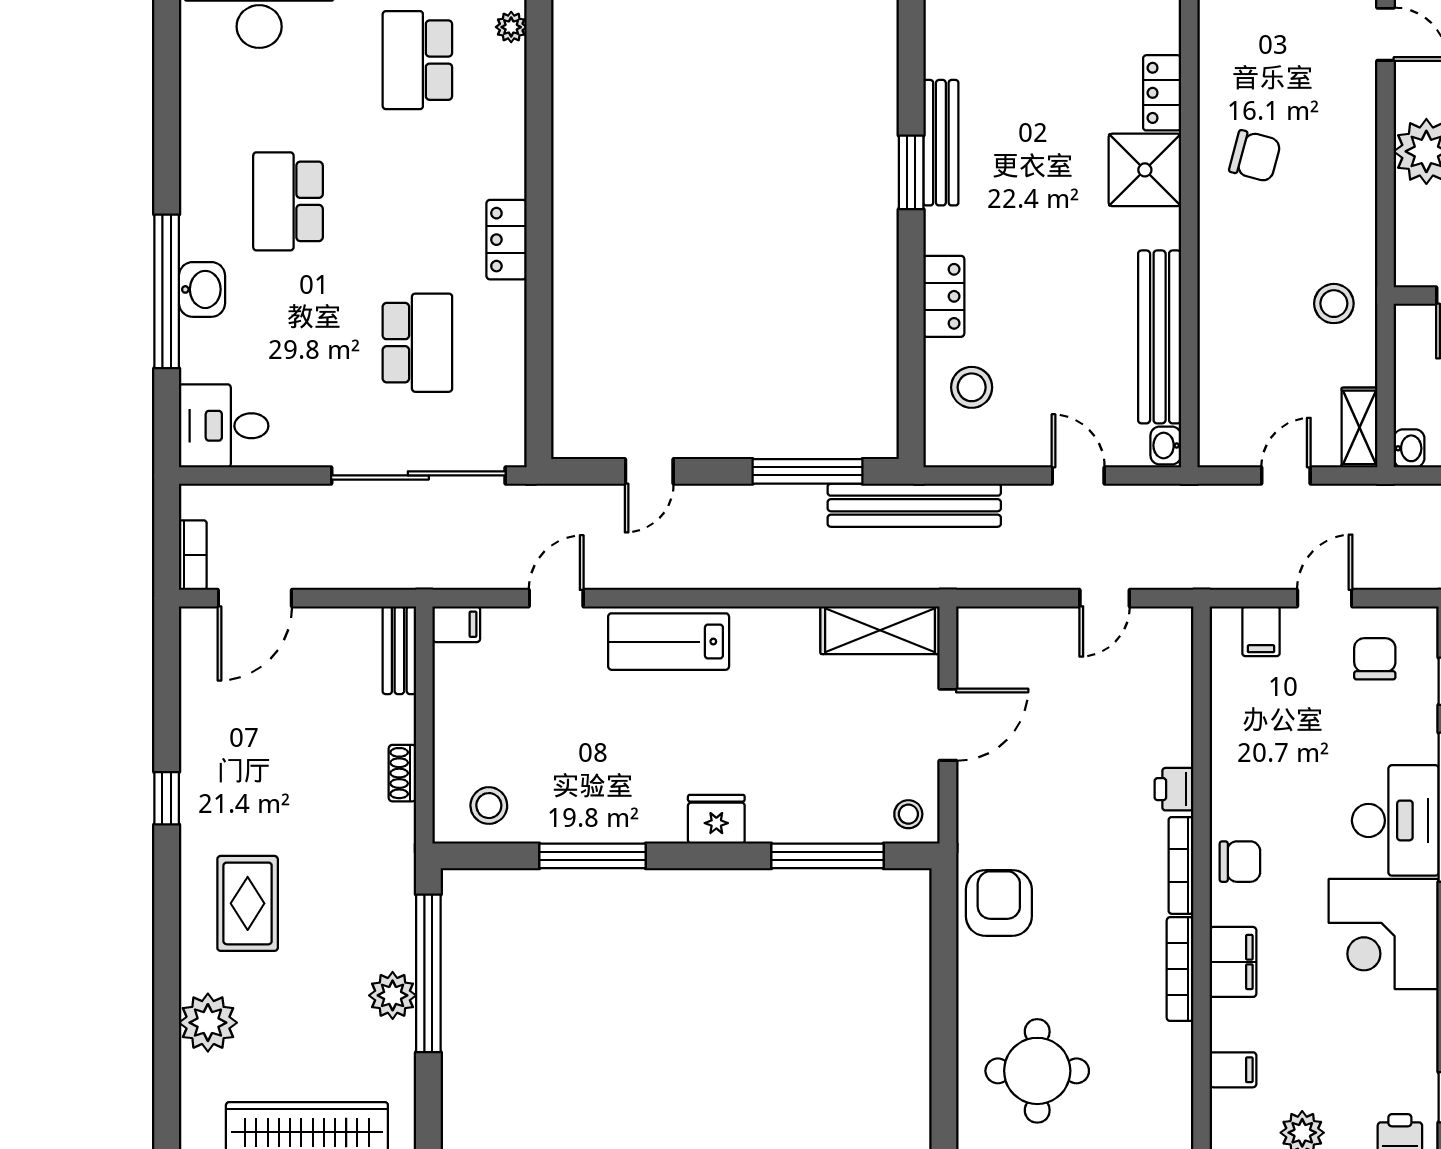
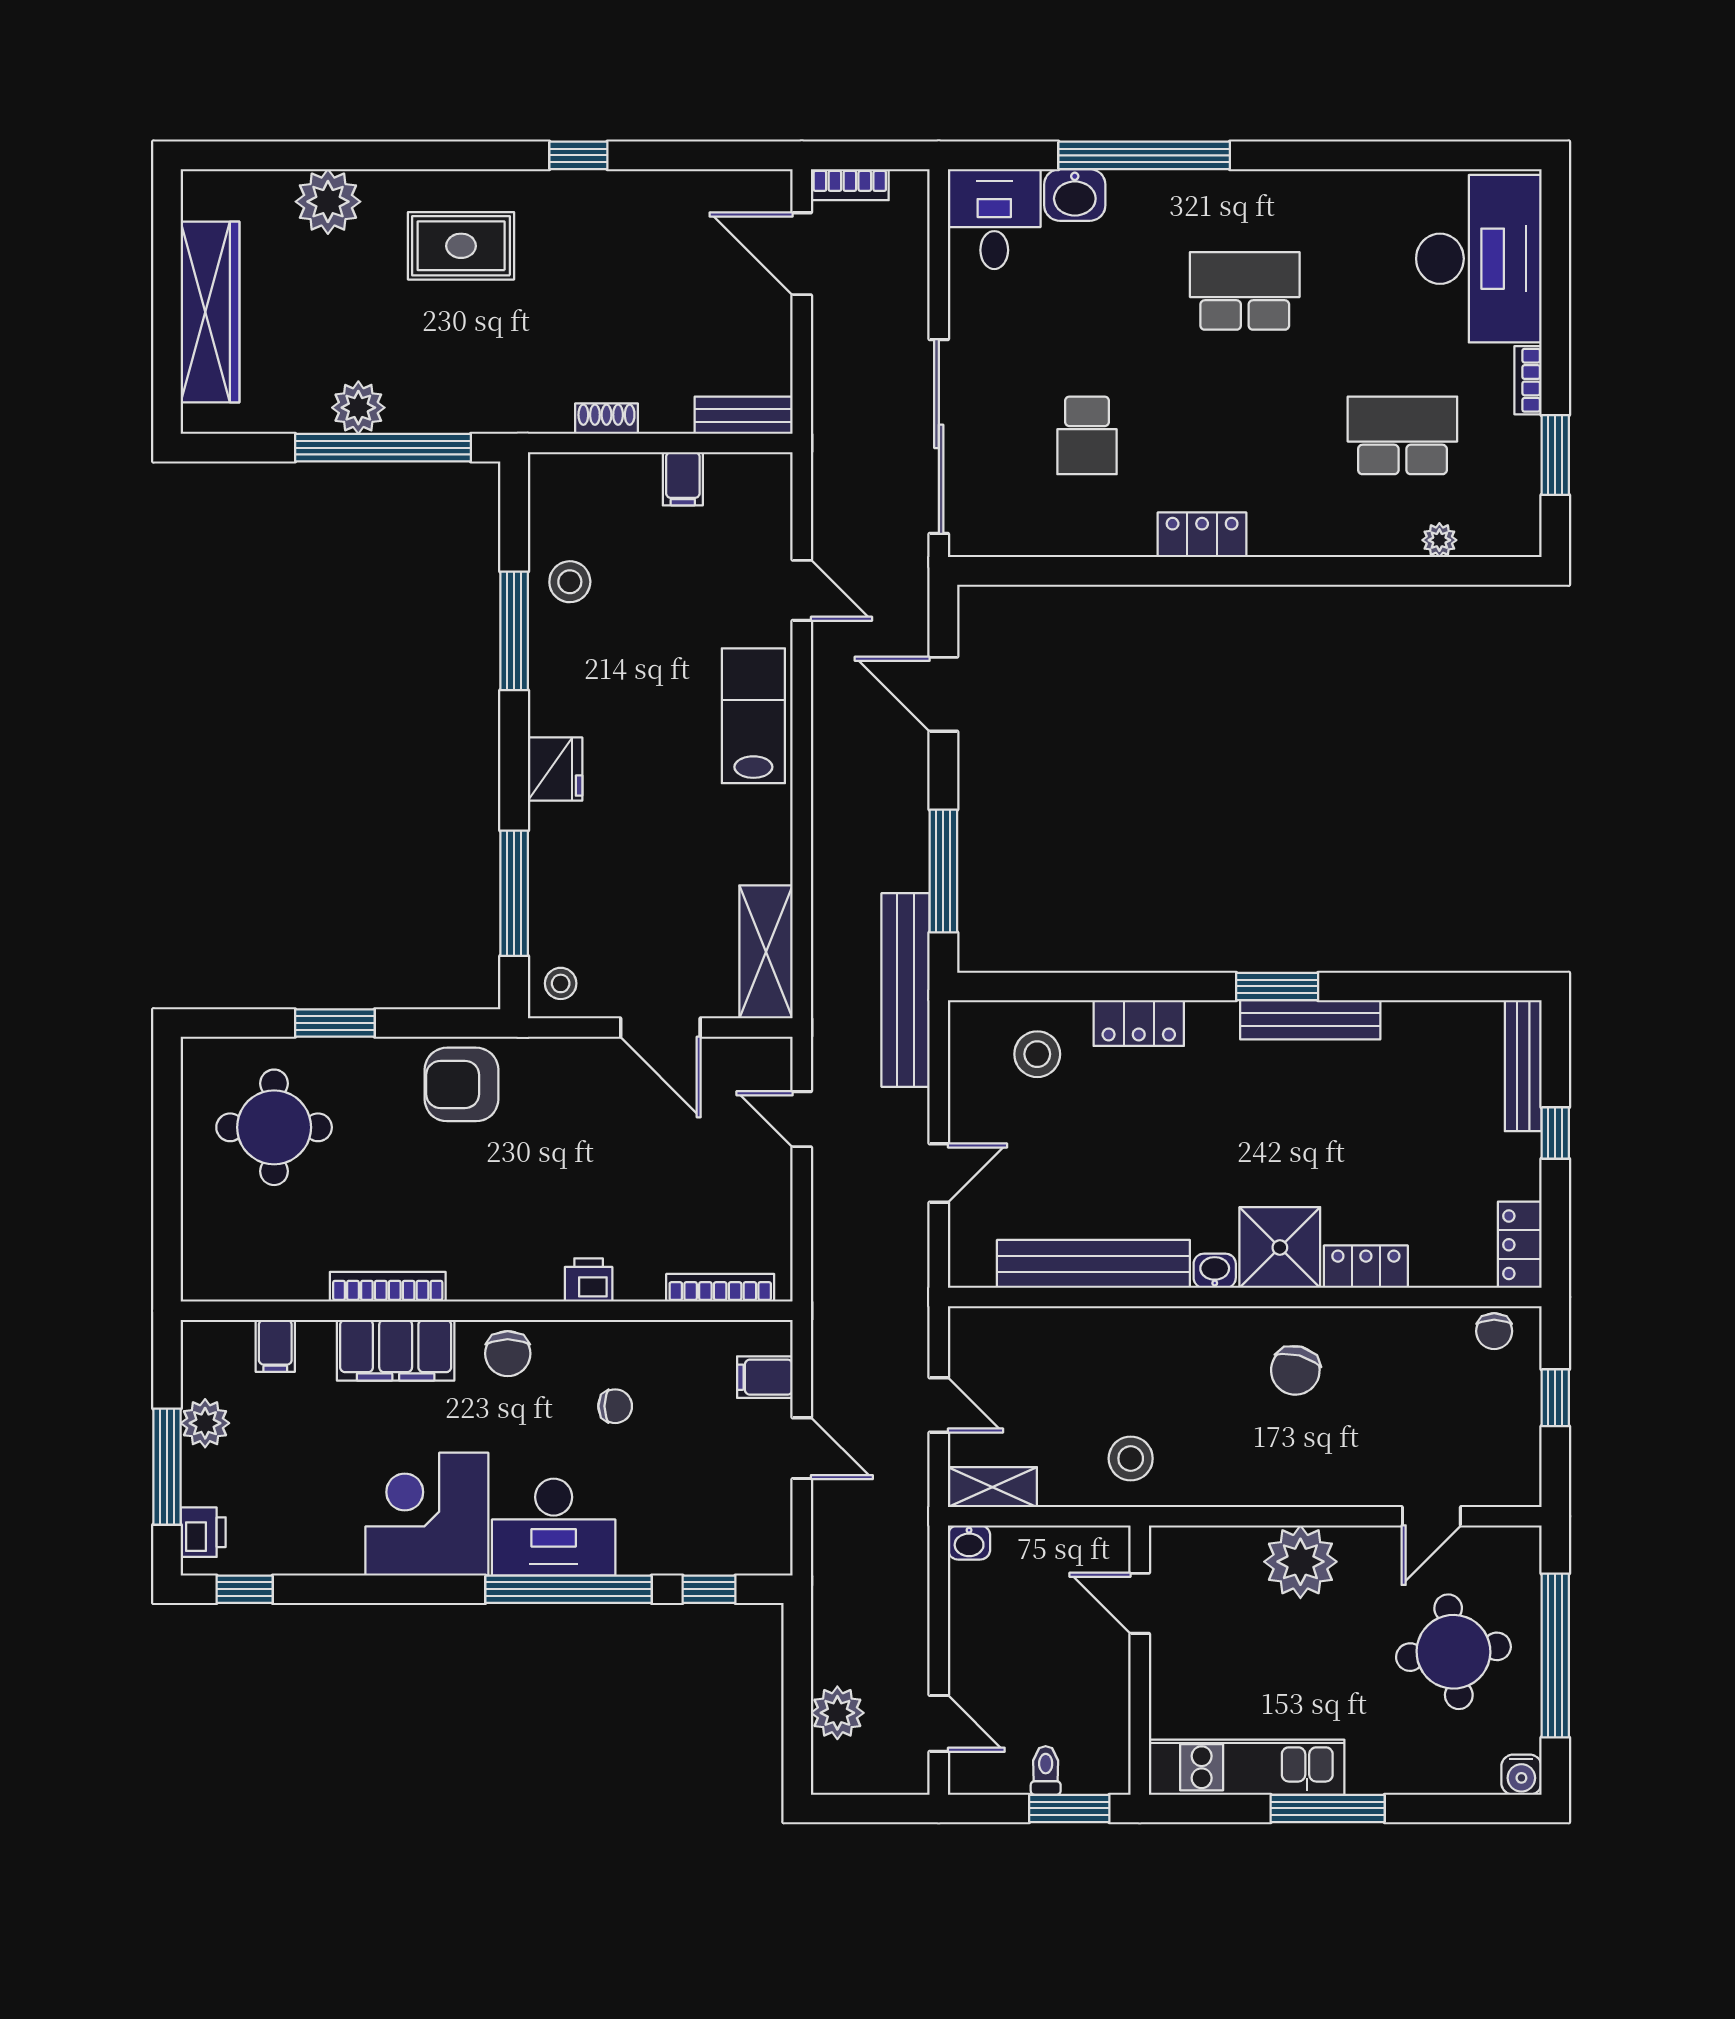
washbasin: (202, 289) -> (1075, 195), moved
school desk: (417, 343) -> (1087, 435), width x0.54
washbasin: (1166, 445) -> (1215, 1271), moved
door: (649, 471) -> (943, 694), width x1.38
door: (1105, 598) -> (802, 1119), moved
filing cabinet: (456, 624) -> (683, 479), moved
chair: (1375, 659) -> (615, 1406), moved, width x0.73, depth x0.73
stool: (489, 806) -> (570, 582), moved
bookcase: (1181, 865) -> (720, 1288), moved
armchair: (999, 903) -> (461, 1084), turned 180
filing cabinet: (1233, 962) -> (396, 1350), width x1.50, depth x1.17
window: (944, 1016) -> (335, 1023), added

